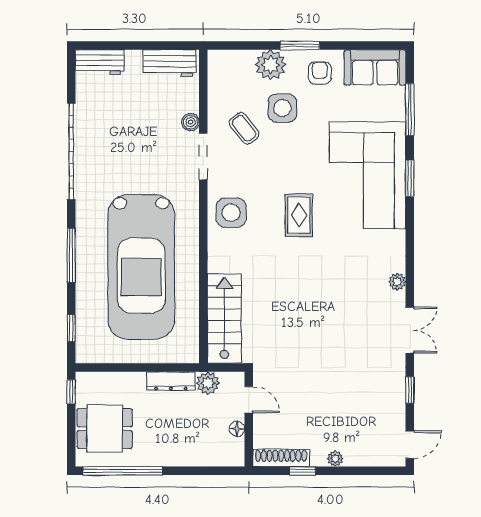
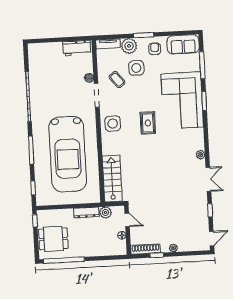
tv unit: (231, 59) -> (108, 44), added
workbench: (100, 62) -> (40, 49), removed

